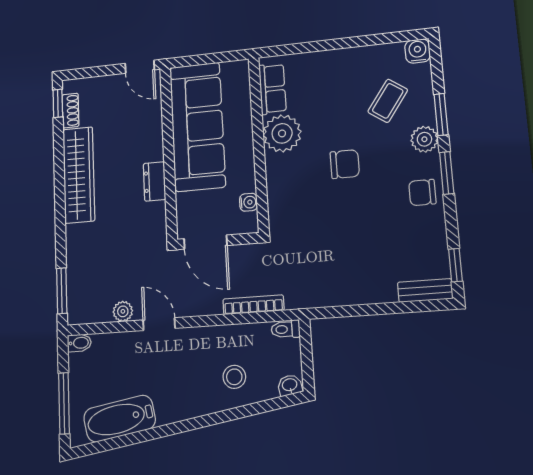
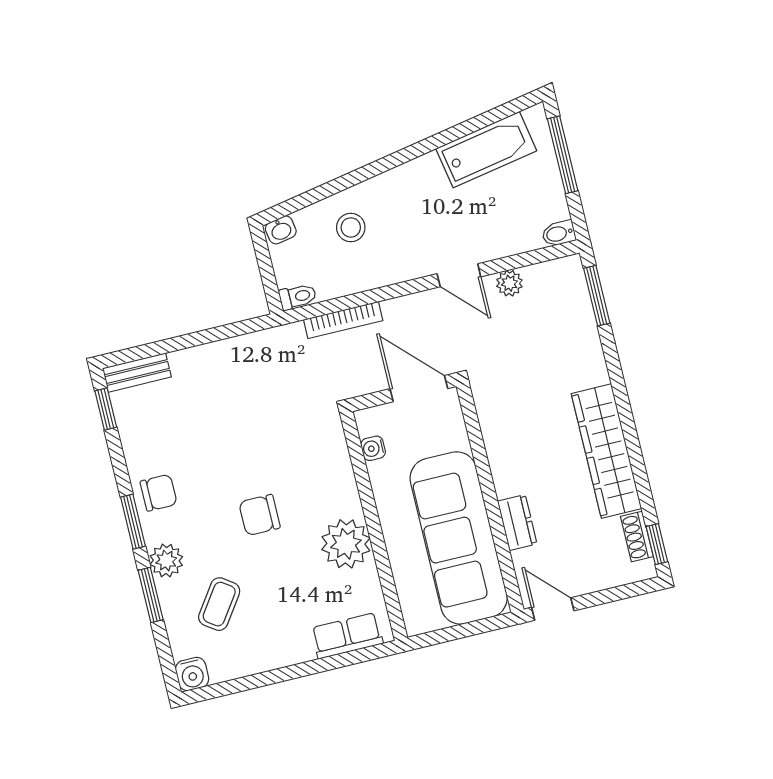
row of seats: (272, 89) -> (347, 636), moved, turned 90
dresser: (155, 181) -> (517, 522), moved

